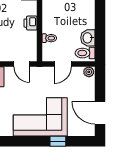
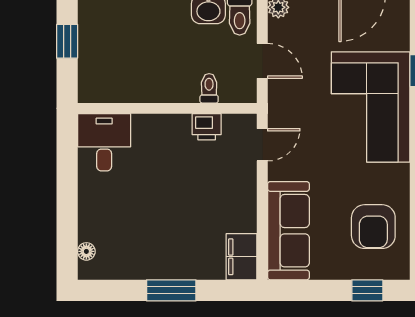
printer: (31, 23) -> (207, 127), moved

